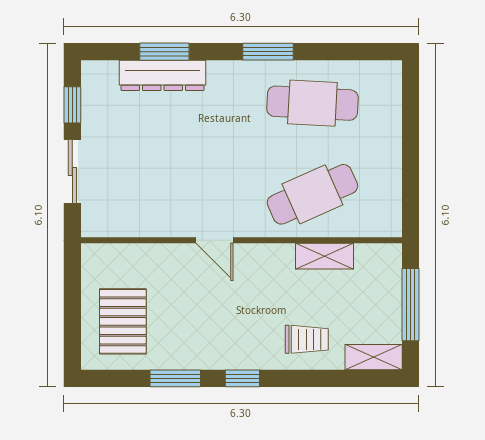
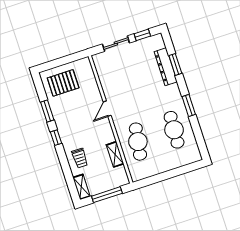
cafe table: (312, 194) -> (138, 142), turned 33

